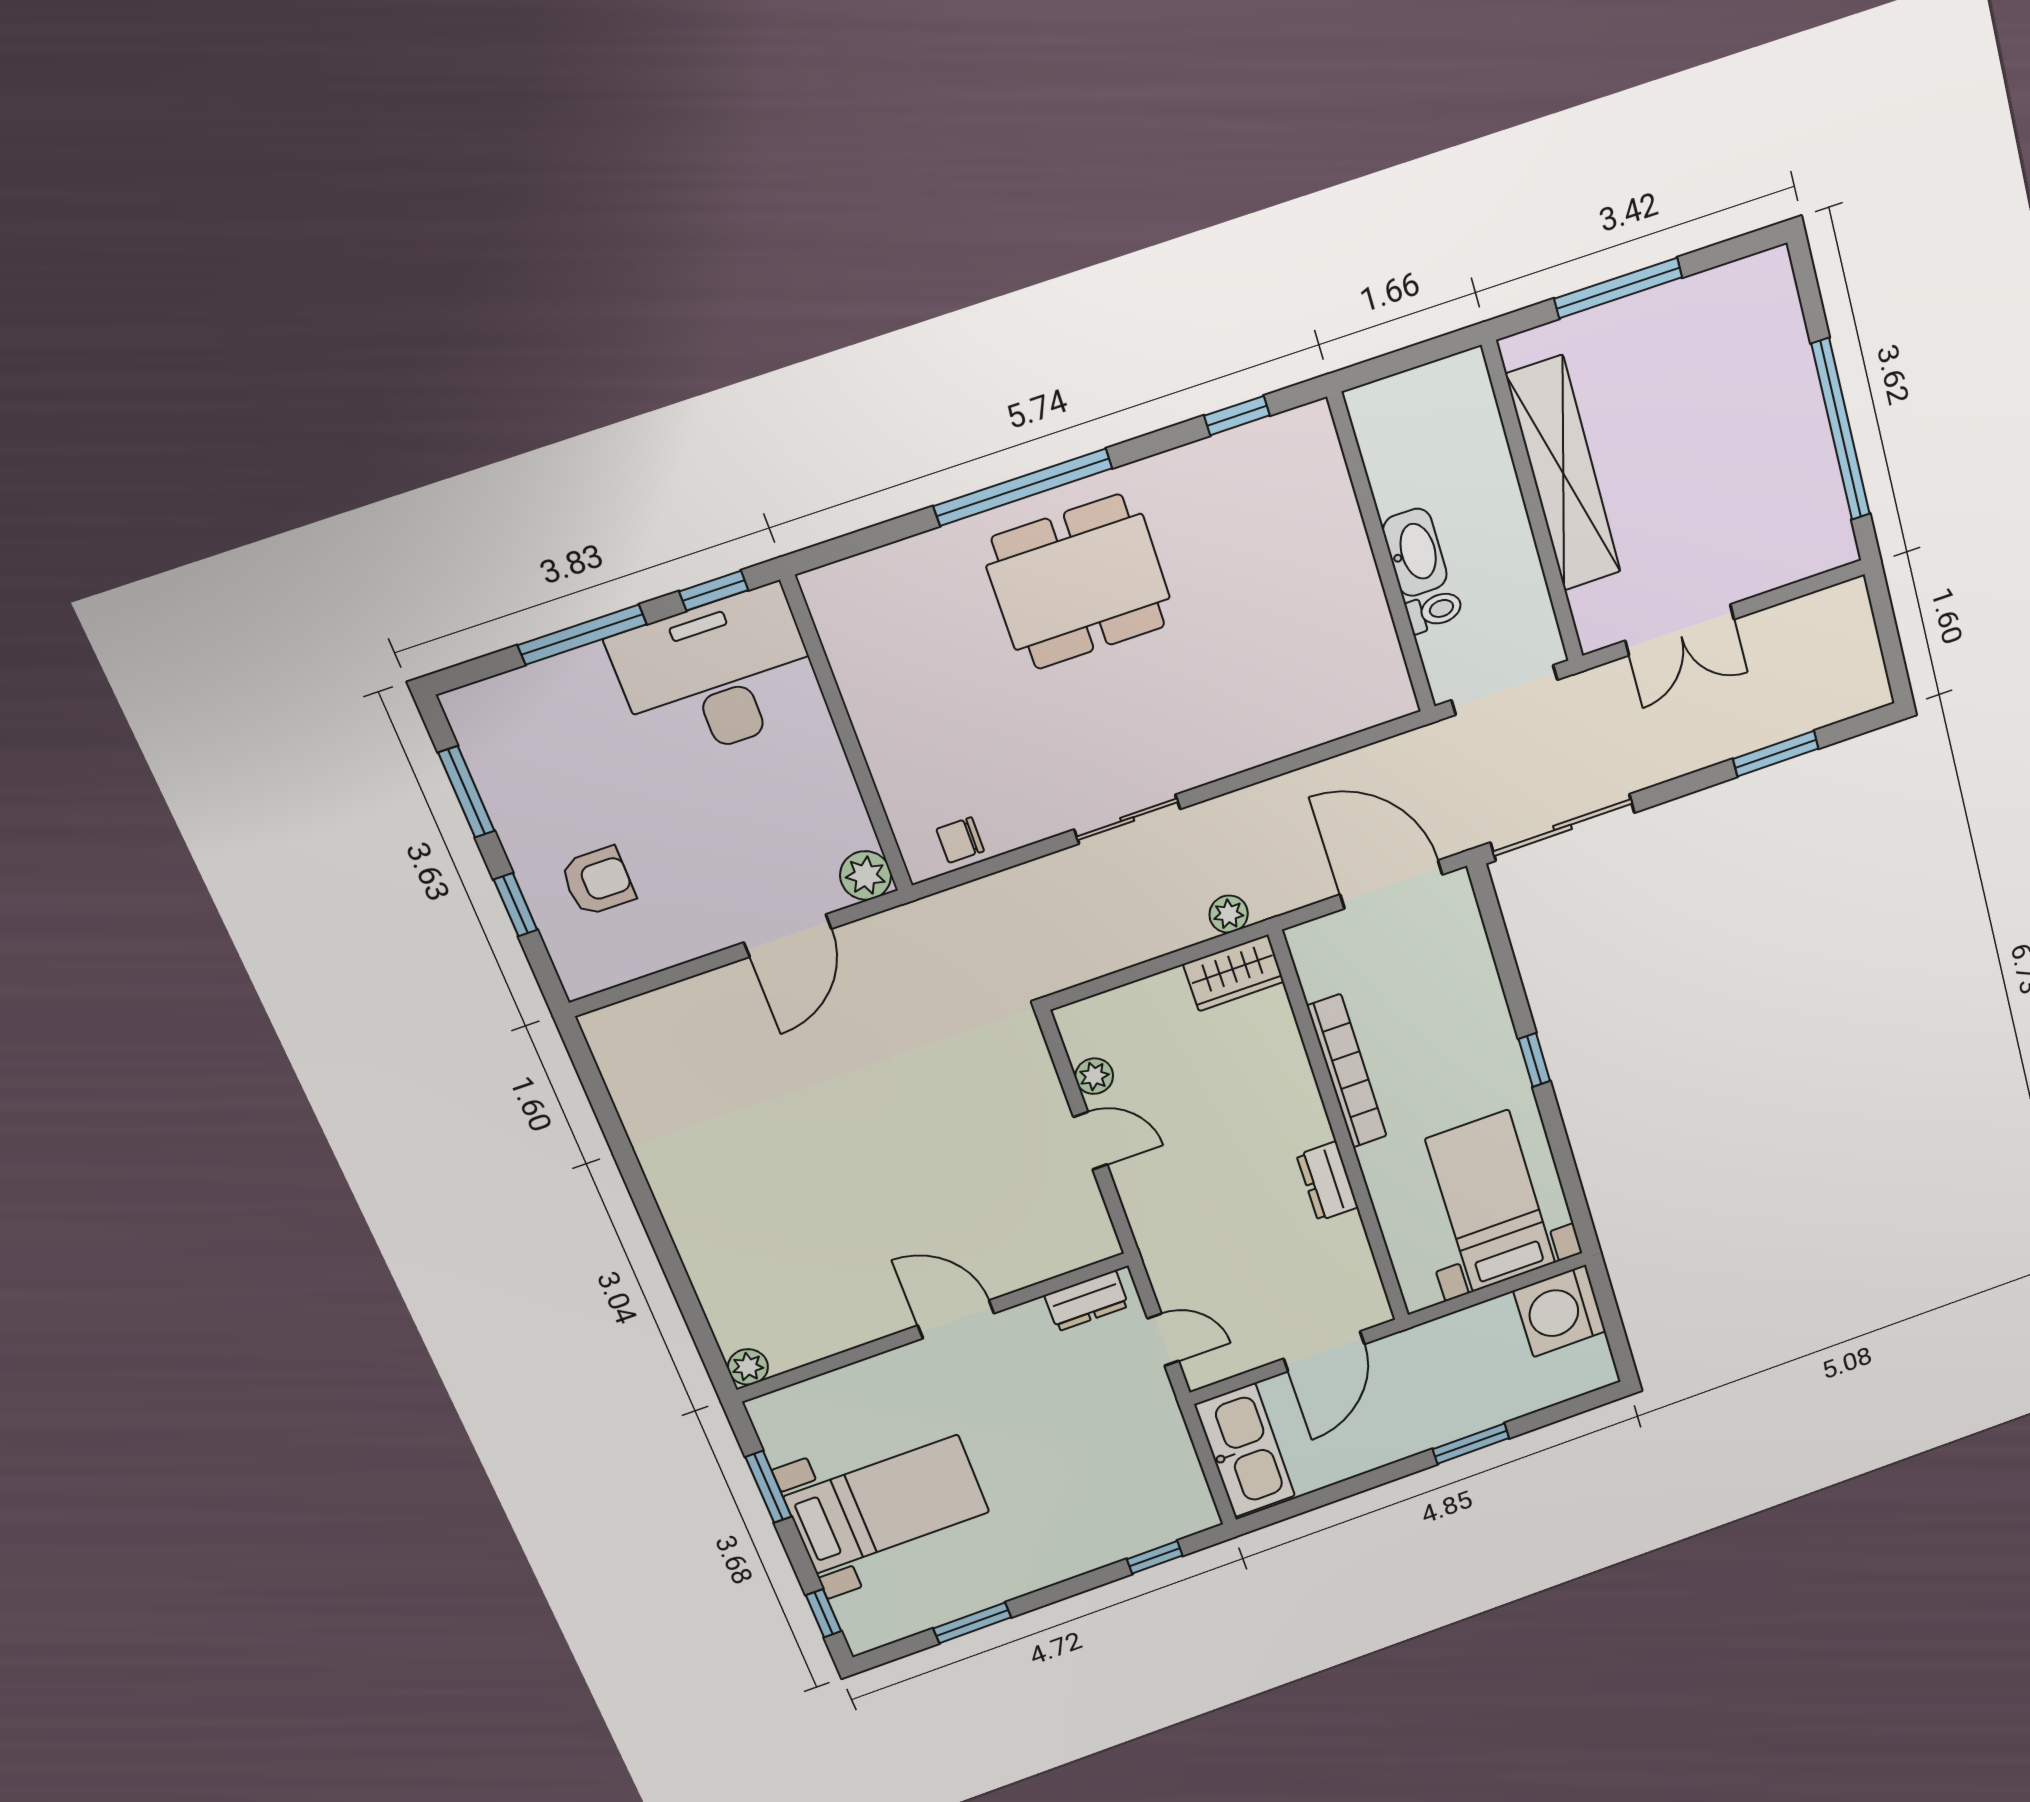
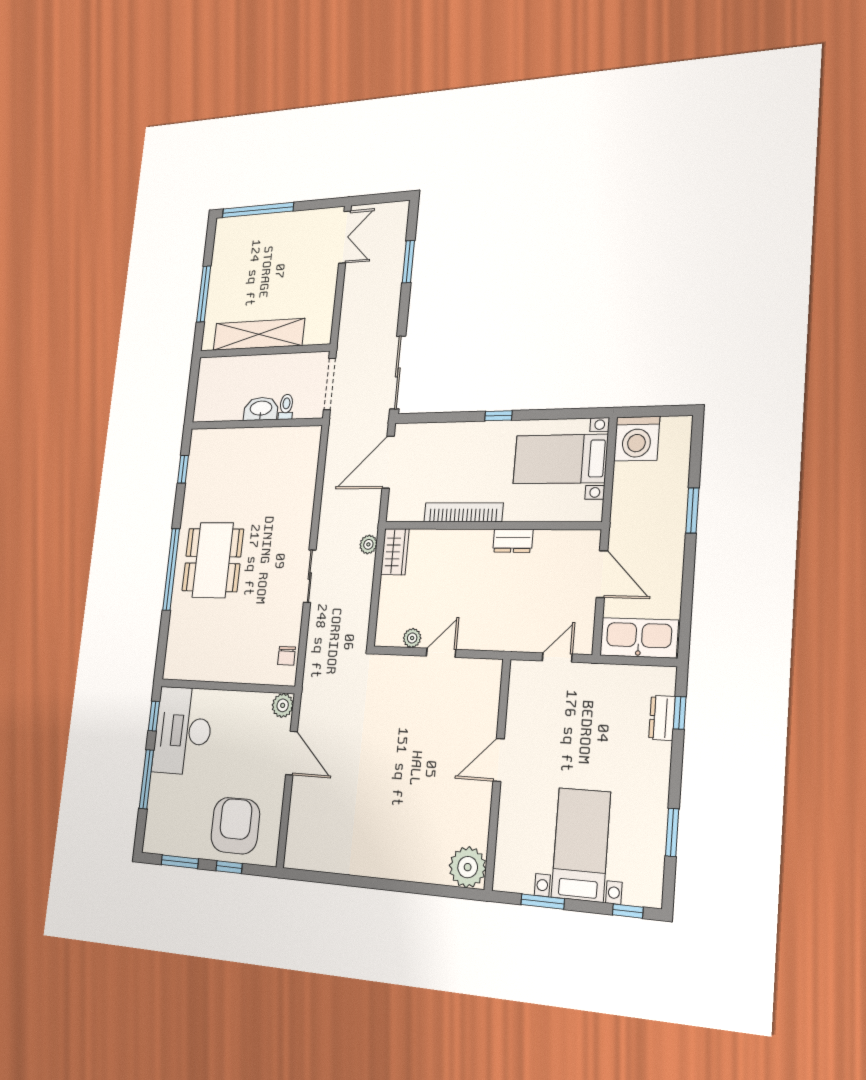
window: (1841, 430) -> (258, 210), moved
double door: (1680, 630) -> (345, 237), moved
armchair: (598, 881) -> (235, 826), width x1.88, depth x1.88
dresser: (1087, 1301) -> (662, 718), moved, turned 180
plant: (748, 1367) -> (468, 867), width x1.87, depth x1.87

